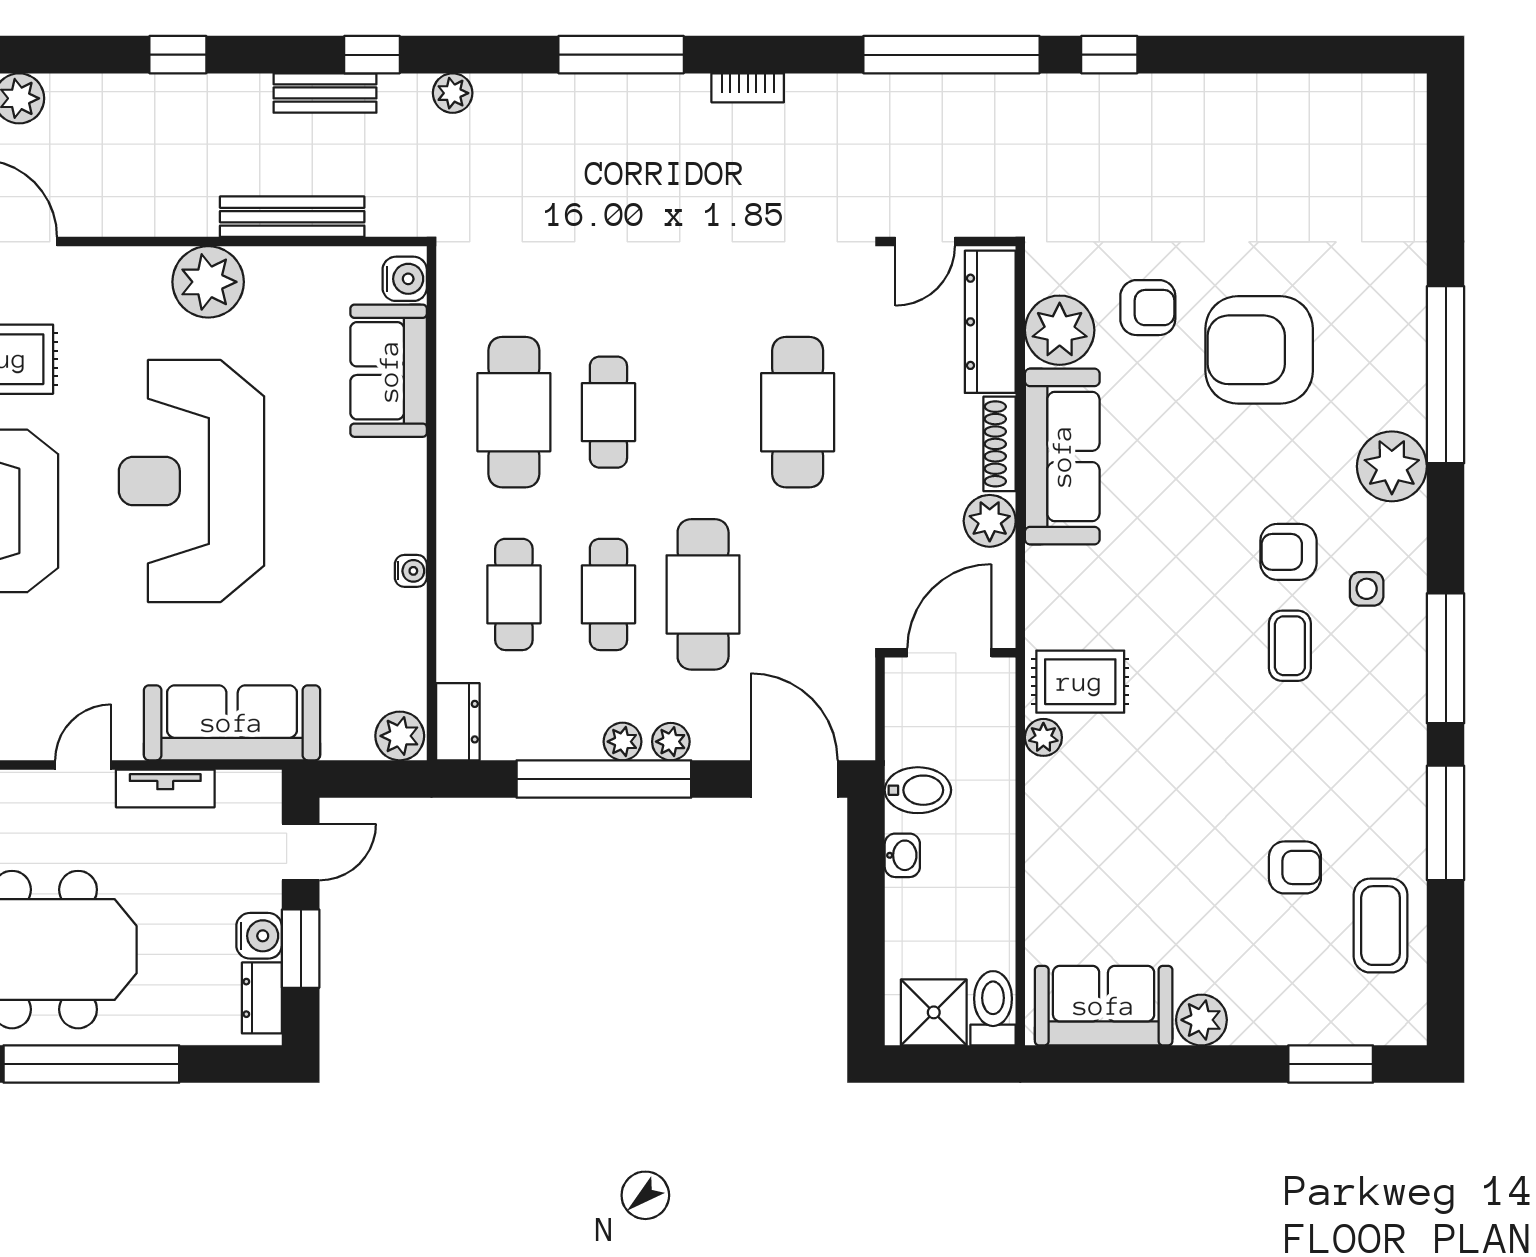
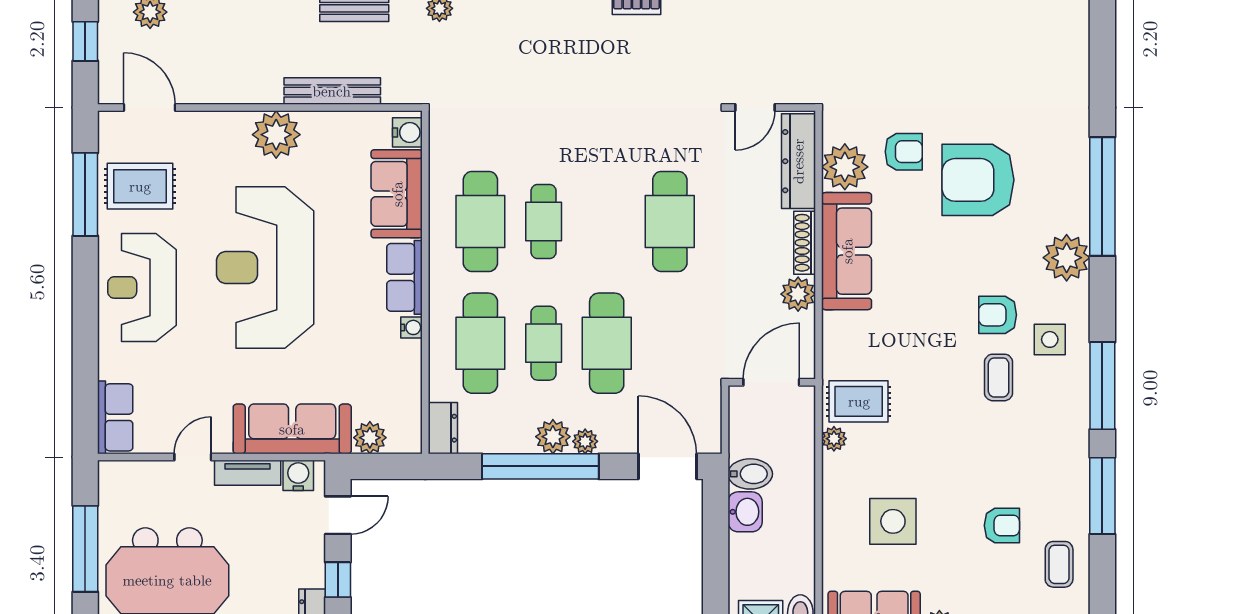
row of seats: (400, 496) -> (405, 277), added
side table: (1367, 589) -> (1050, 339), width x1.37, depth x1.37
cafe table: (514, 594) -> (480, 343), width x1.37, depth x1.35
plant: (400, 736) -> (370, 438), moved
plant: (623, 742) -> (553, 437), width x1.38, depth x1.38
washbasin: (902, 855) -> (745, 512), width x1.38, depth x1.45
side table: (1132, 861) -> (893, 521), added
coffee table: (1381, 926) -> (1059, 564), width x0.73, depth x0.77
water cooler: (259, 936) -> (298, 475), moved, turned -90
window: (301, 949) -> (338, 580), width x0.67

